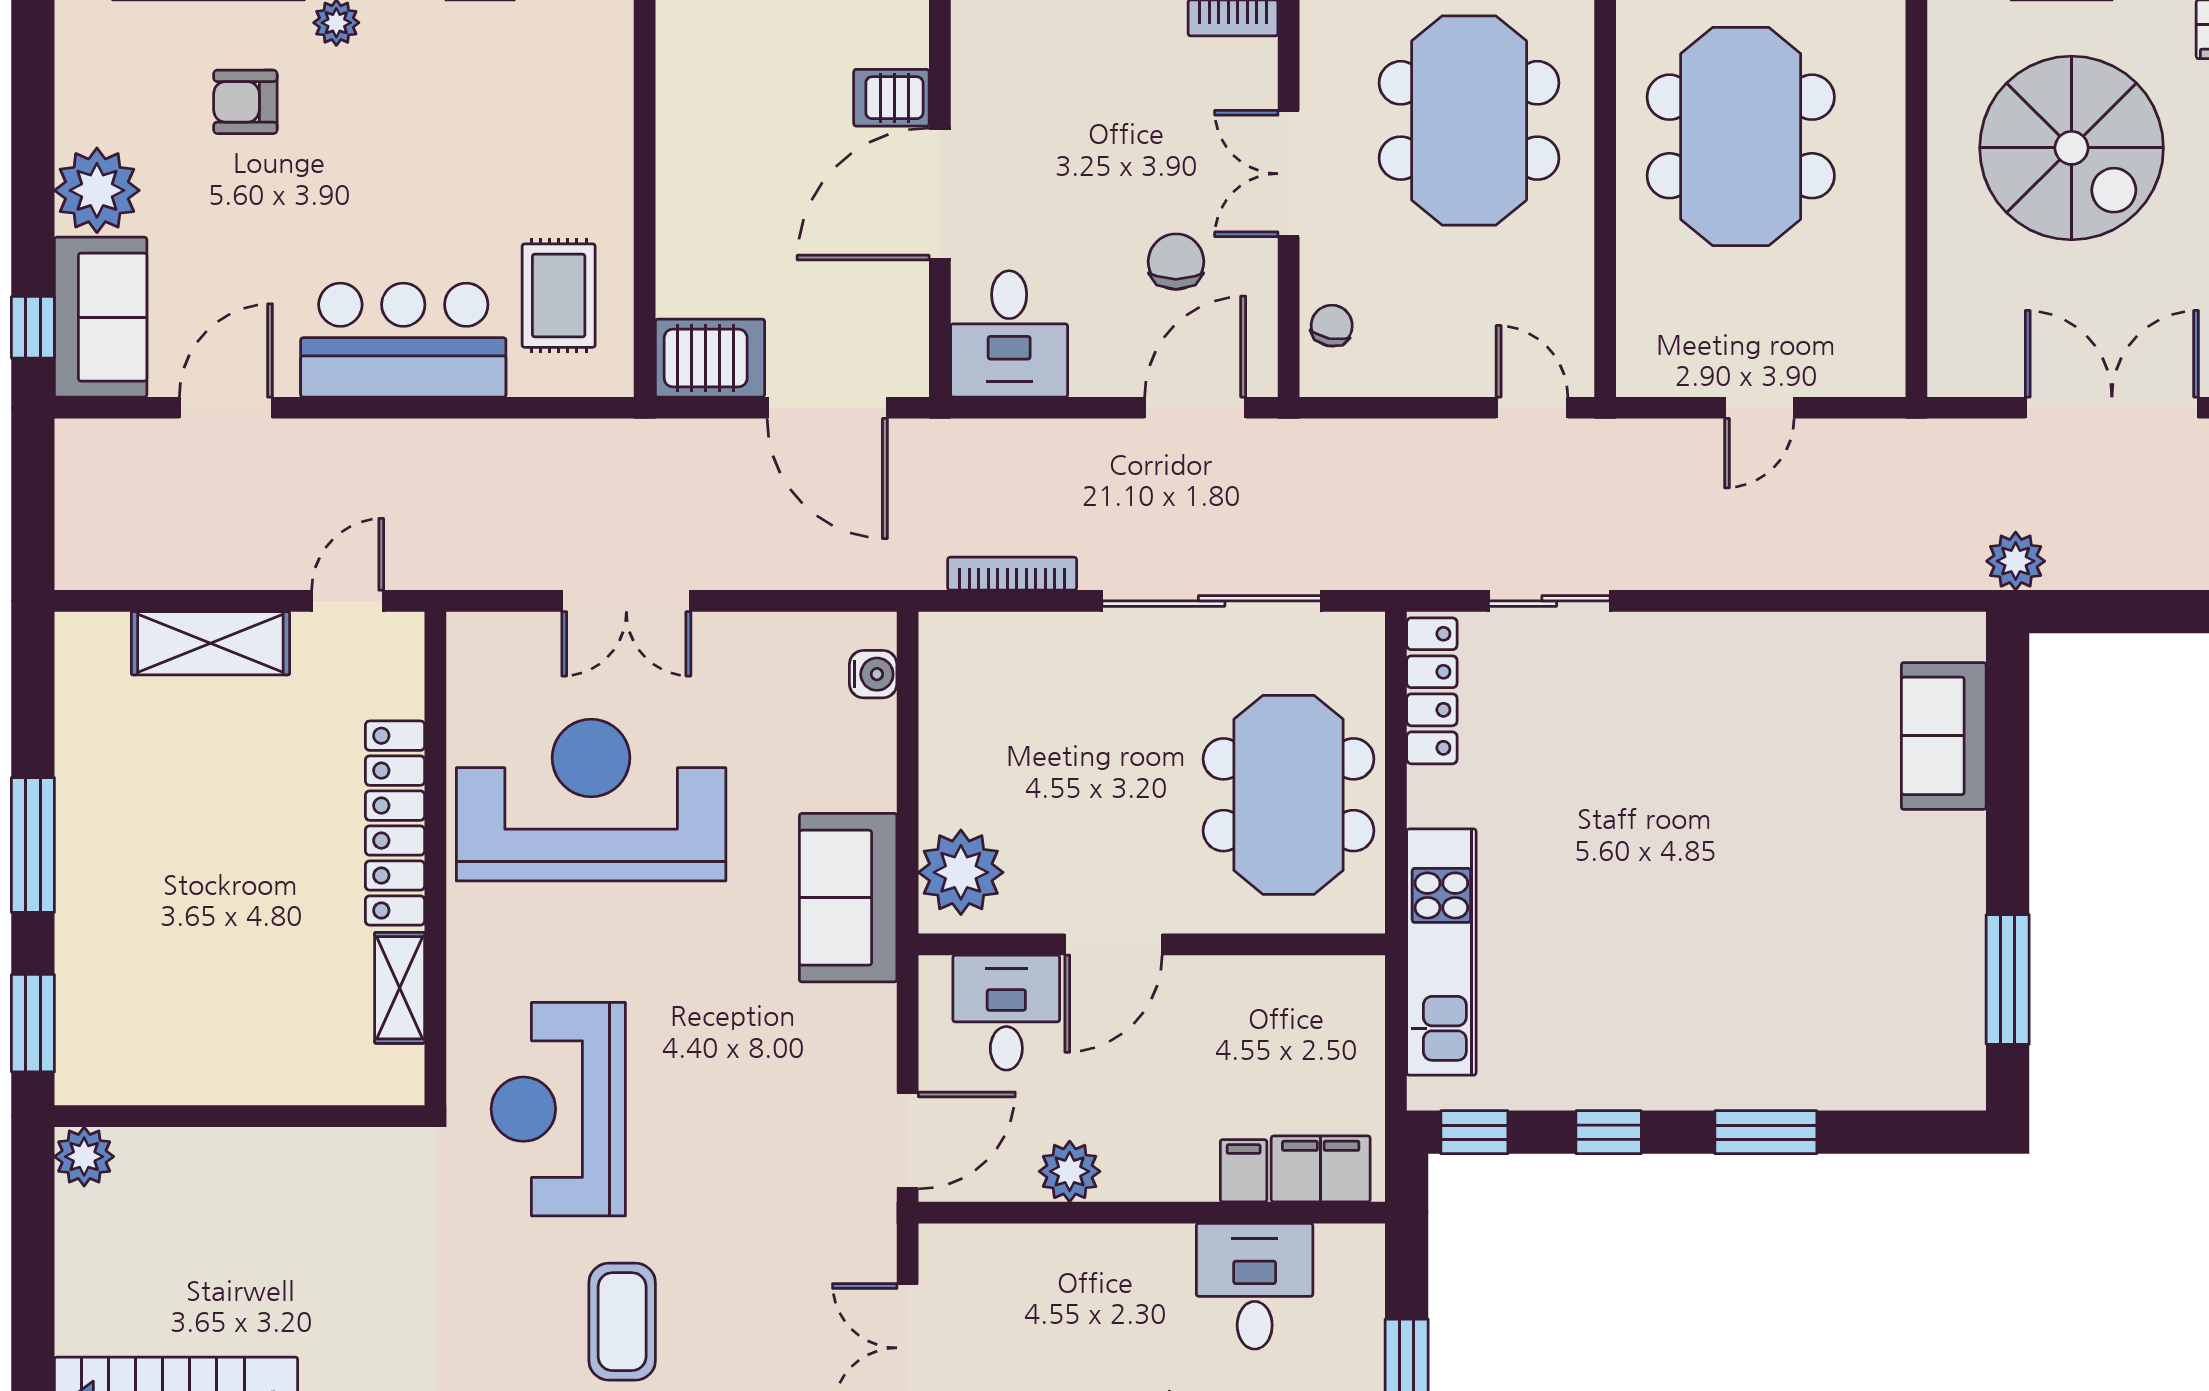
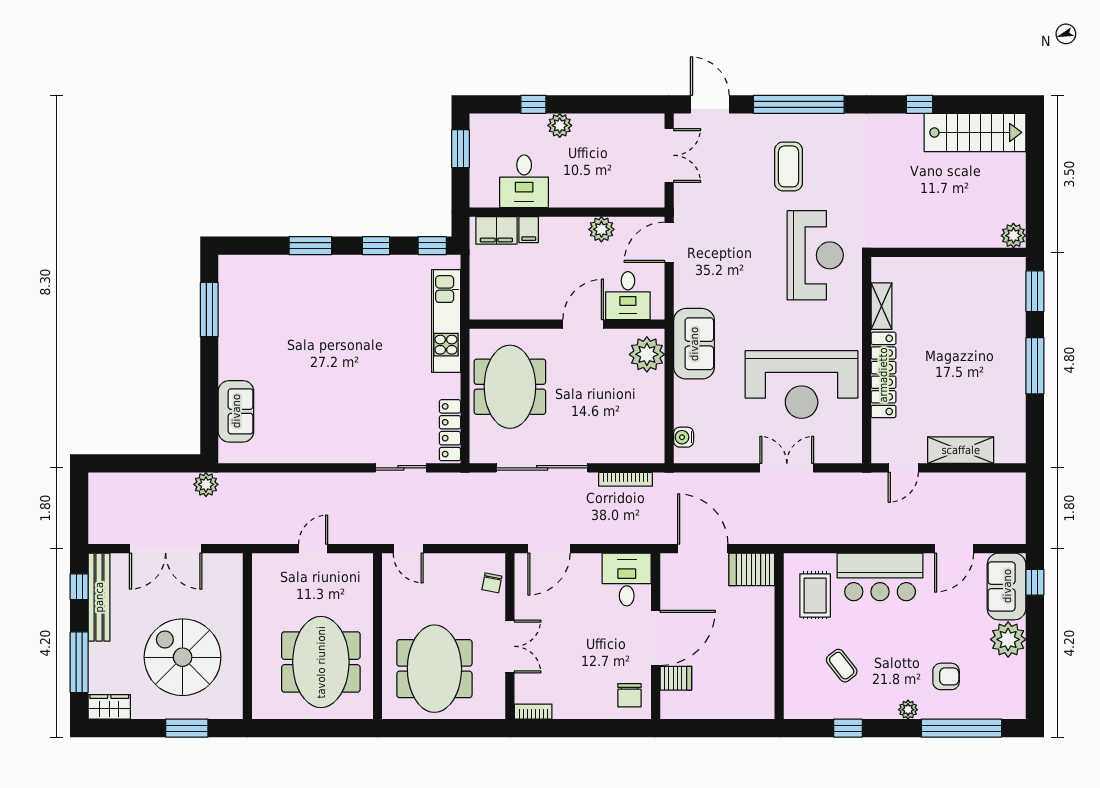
coffee table: (495, 128) -> (842, 666), added
chair: (1176, 262) -> (629, 695), moved

